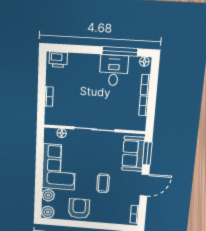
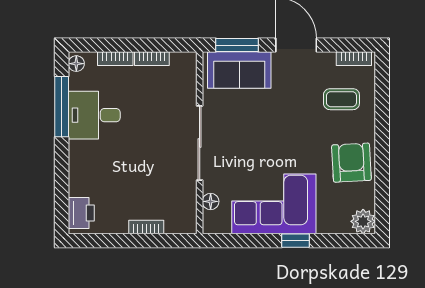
window: (39, 177) -> (295, 241), added
coffee table: (103, 183) -> (341, 99), moved
plant: (48, 195) -> (330, 222), removed
armchair: (79, 209) -> (351, 163), turned 87

